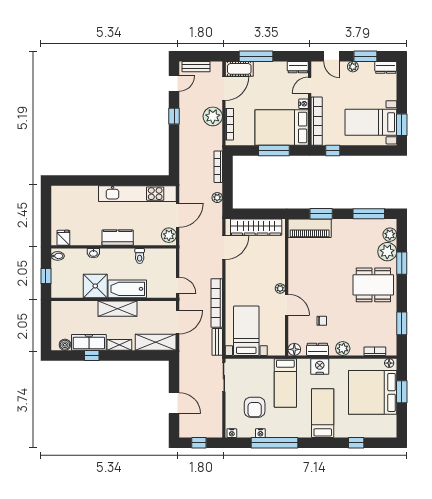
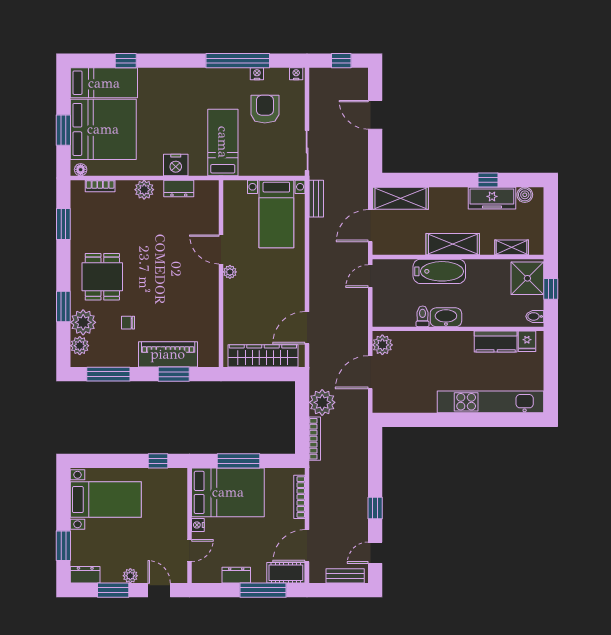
dresser: (298, 67) -> (236, 575), moved
plant: (213, 116) -> (322, 508), removed
bookcase: (317, 121) -> (180, 501), removed
window: (402, 125) -> (63, 546), moved
kitchen unit: (137, 194) -> (491, 402), moved
plant: (217, 198) -> (322, 402), width x1.87, depth x1.87
piano: (310, 228) -> (168, 354), moved
kitchen counter: (118, 238) -> (496, 342), moved
washbasin: (93, 253) -> (446, 317), moved, width x1.91, depth x1.45
door: (178, 285) -> (370, 276), hinge flipped
dining table: (373, 285) -> (102, 277), width x0.73
shower: (95, 286) -> (527, 278), moved
bookcase: (217, 303) -> (317, 252), removed
chair: (322, 321) -> (128, 323), moved
shelving: (119, 345) -> (512, 247), moved
floor lamp: (294, 349) -> (211, 188), removed
bed: (323, 413) -> (104, 83), moved, turned -90

